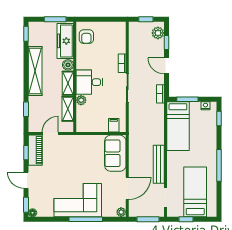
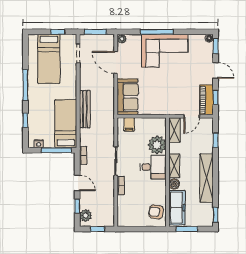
armchair: (86, 37) -> (156, 212), turned -82
window: (187, 99) -> (56, 150), width x1.44
plant: (81, 100) -> (157, 145), width x1.88, depth x1.88
shelving: (68, 109) -> (175, 130), moved
window: (219, 119) -> (25, 120), moved
bench: (159, 164) -> (85, 109), moved
door: (127, 188) -> (116, 62), hinge flipped

